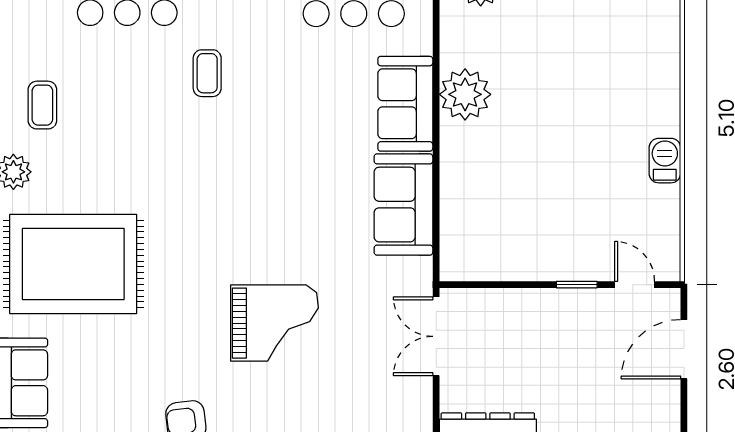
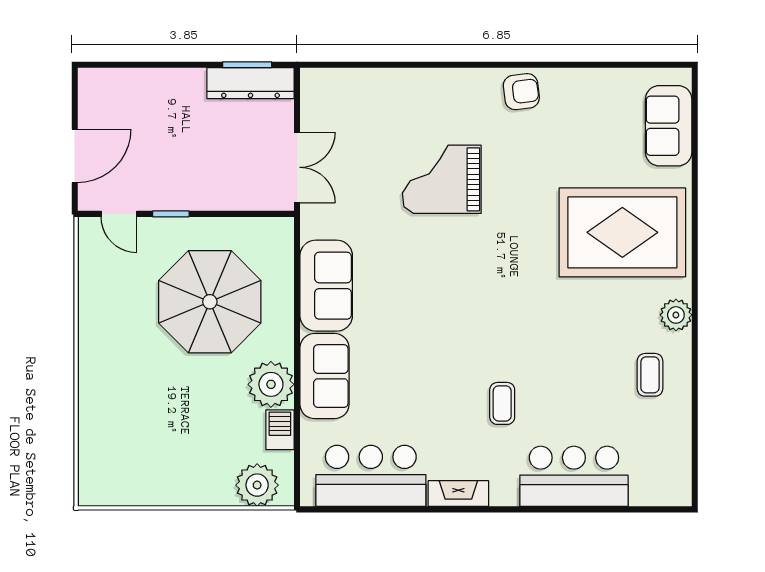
barbecue: (665, 161) -> (280, 430), moved, turned 180
parasol: (533, 187) -> (210, 302), added

